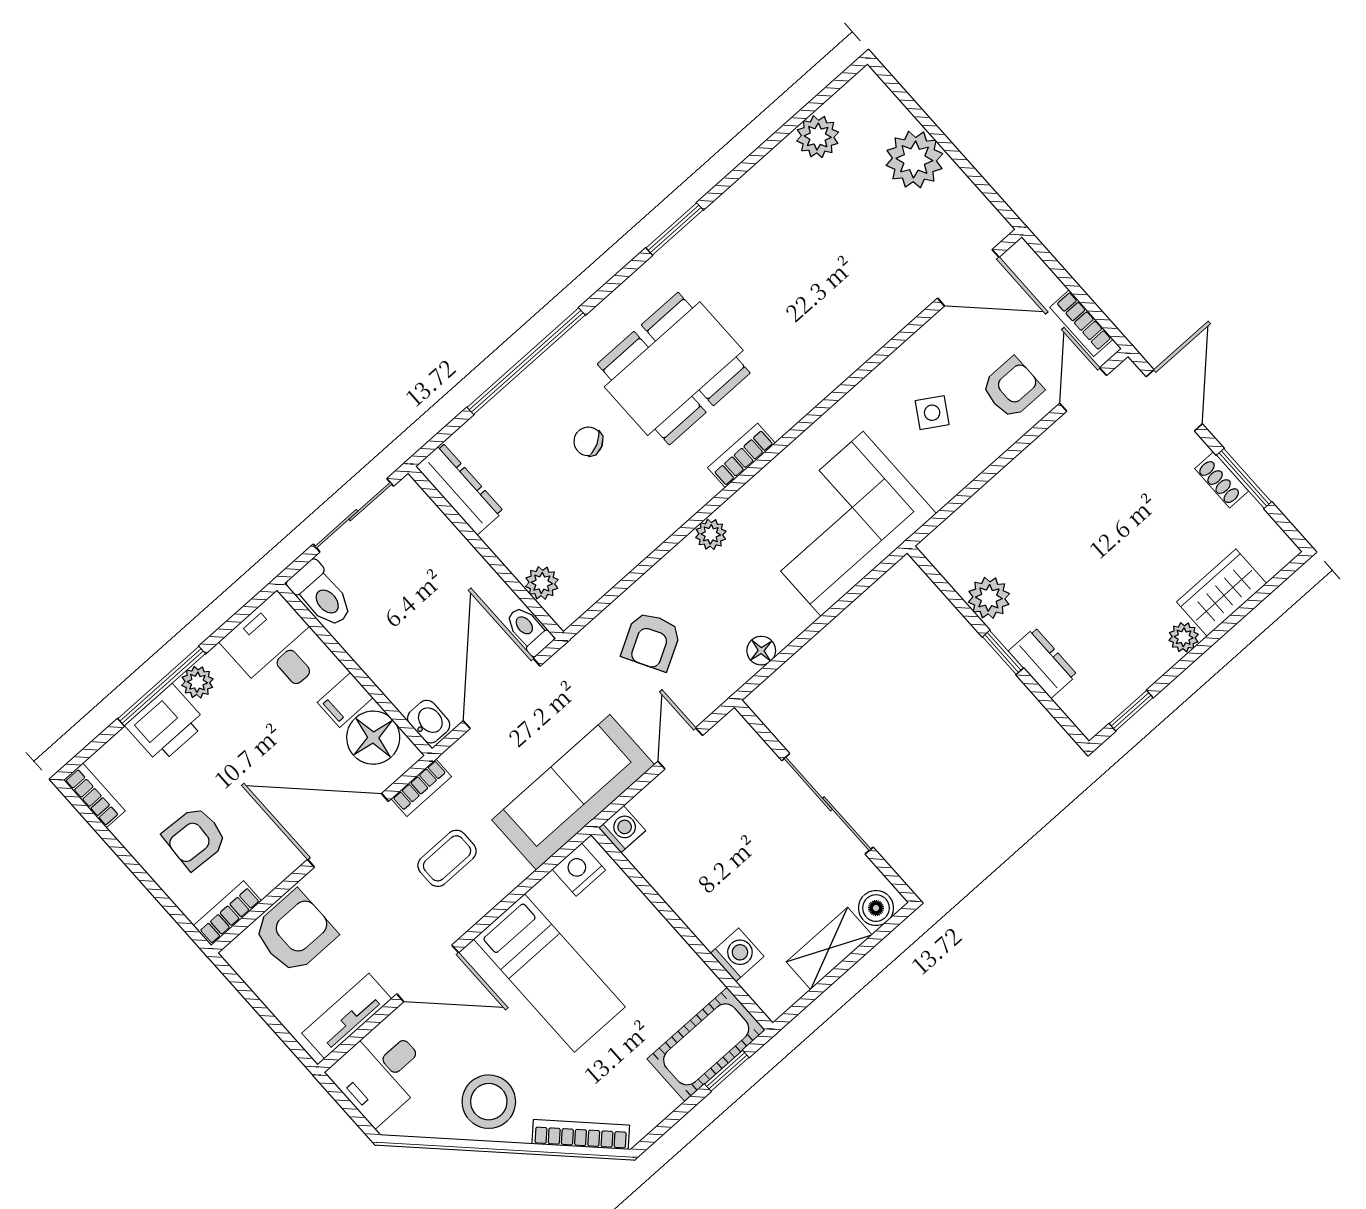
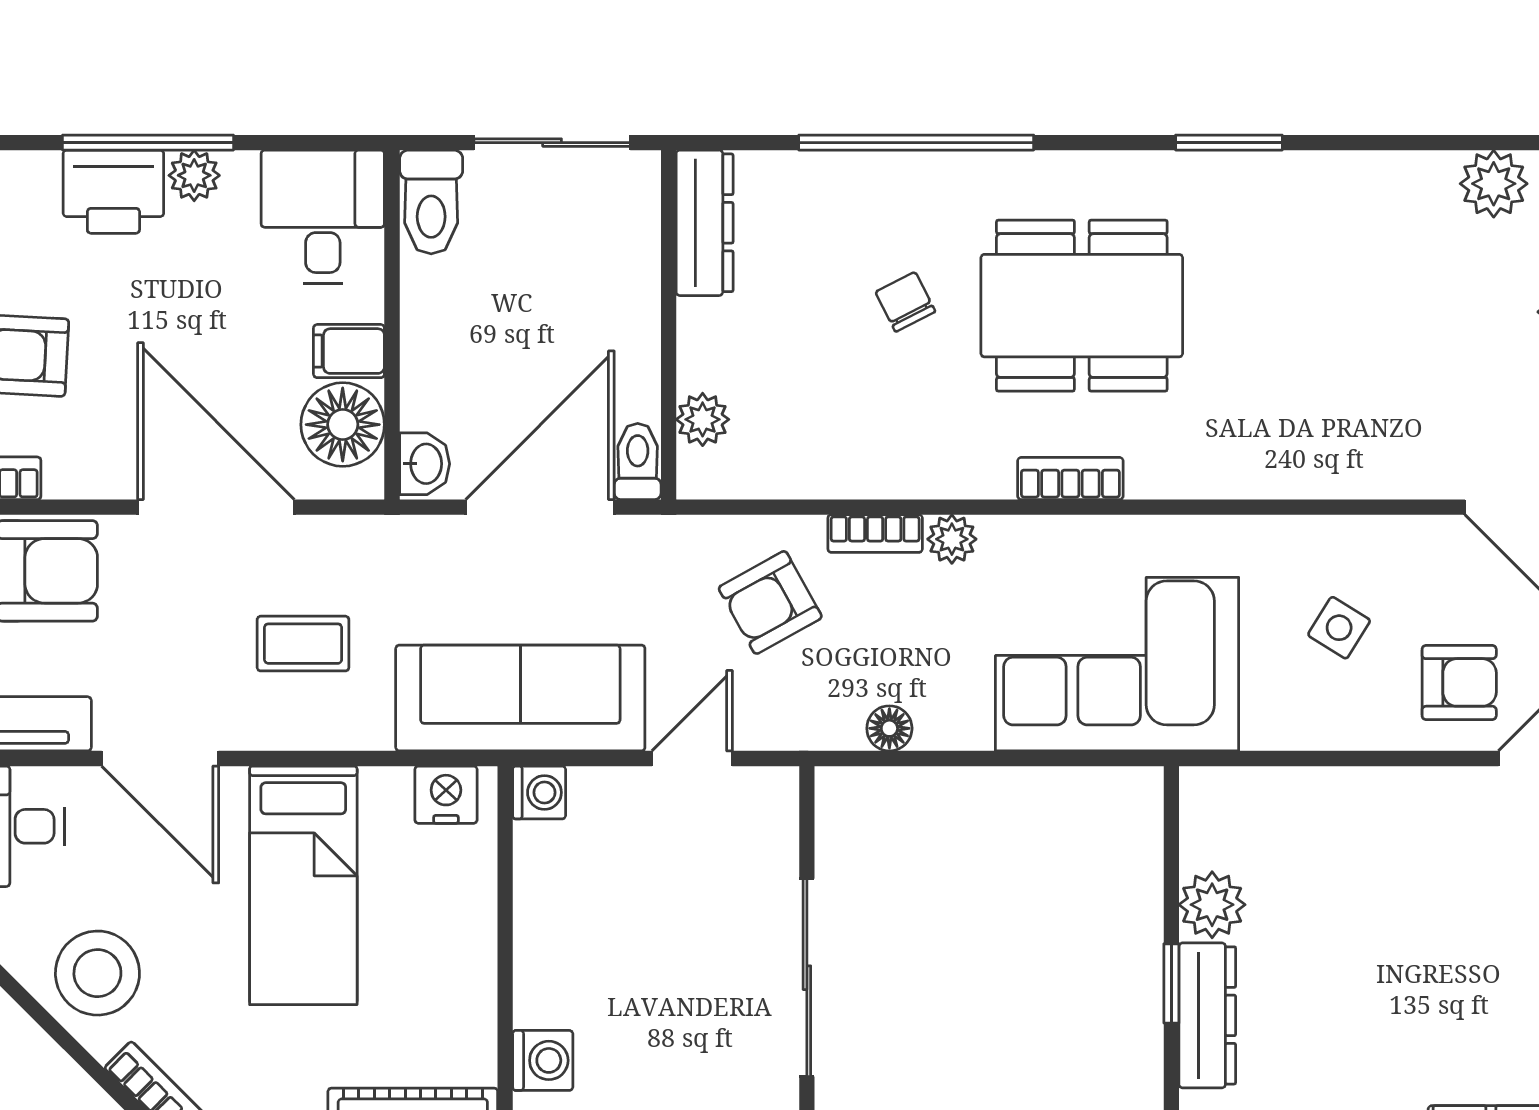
dresser: (1043, 663) -> (1207, 1015), width x1.44
bookcase: (421, 788) -> (875, 534), moved

